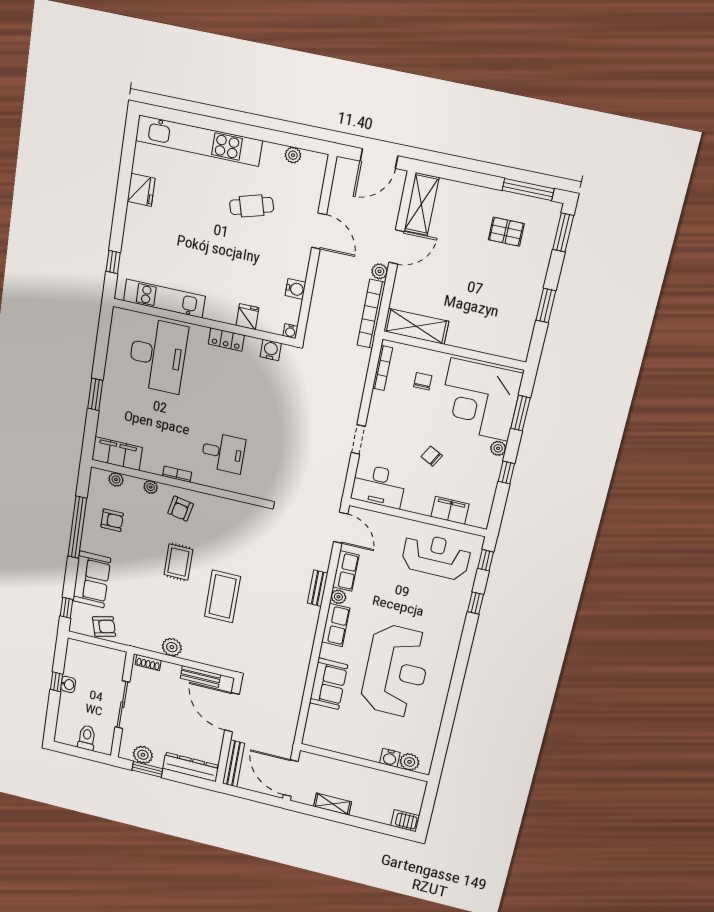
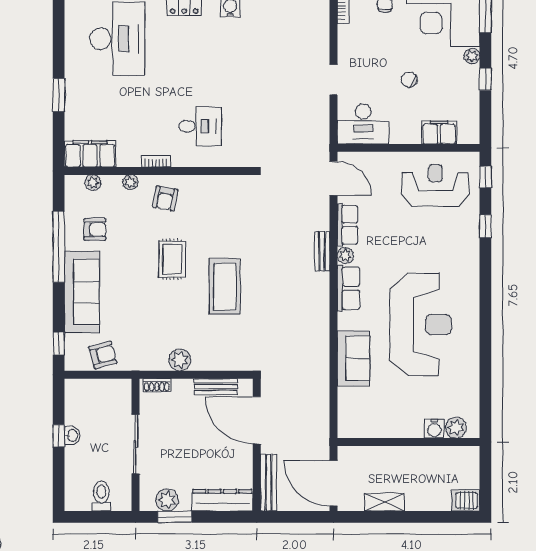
sofa: (92, 580) -> (82, 292), width x1.36

